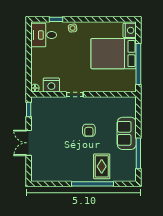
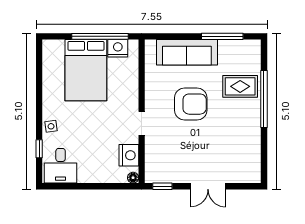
nightstand: (130, 30) -> (118, 48), moved
armchair: (89, 130) -> (191, 104), width x1.88, depth x1.88
sofa: (127, 133) -> (187, 52), width x1.36

